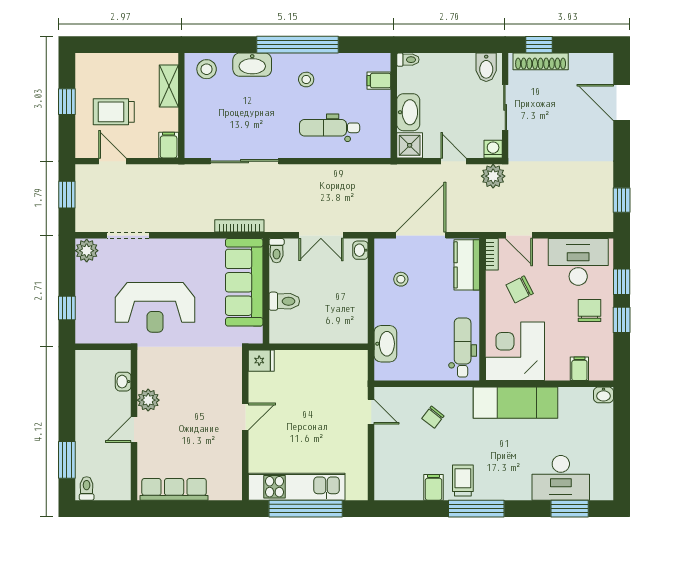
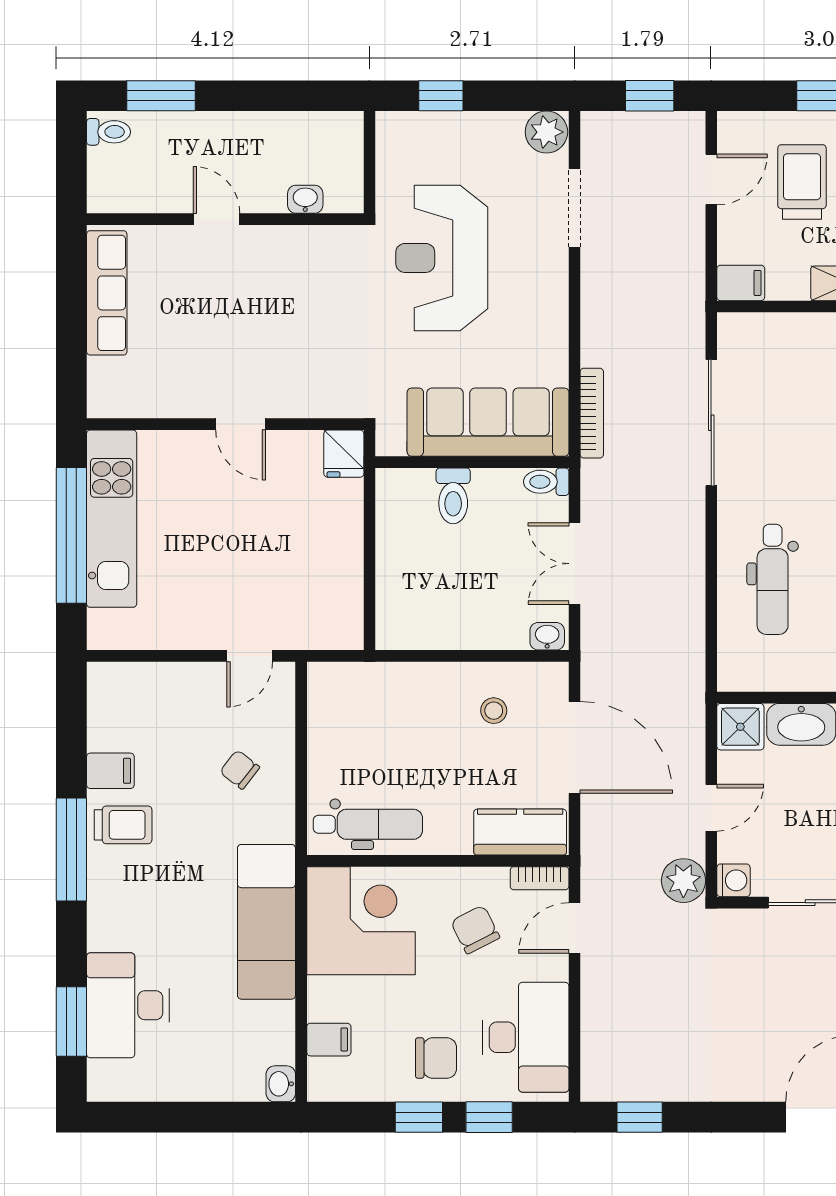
dental chair: (330, 128) -> (773, 579), turned 180
washbasin: (385, 344) -> (375, 682), removed
plant: (148, 400) -> (271, 245), removed

